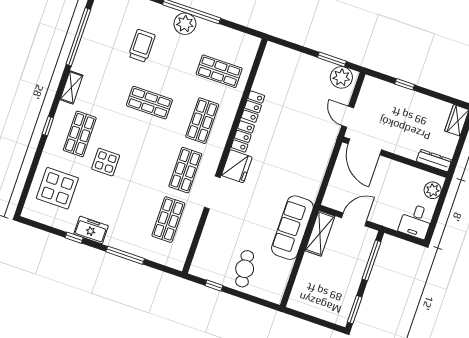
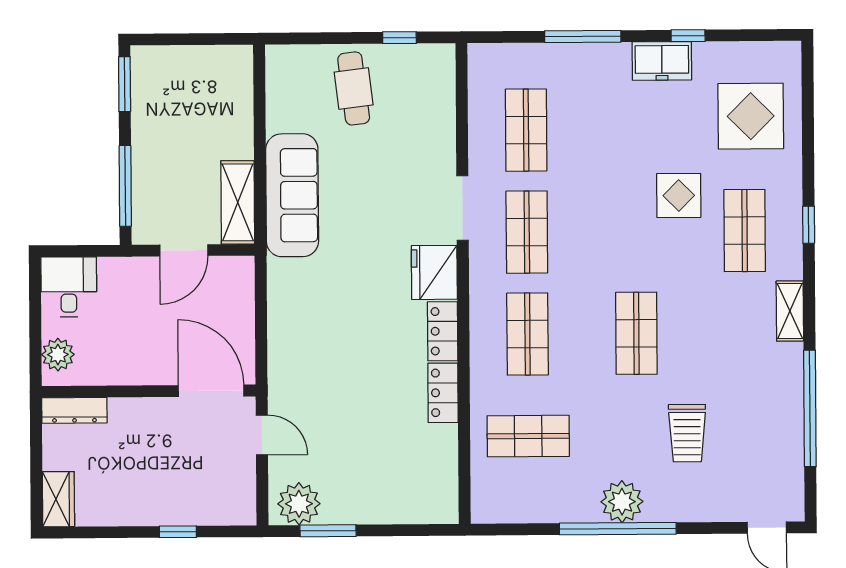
shop shelf: (149, 103) -> (636, 333), turned 90

